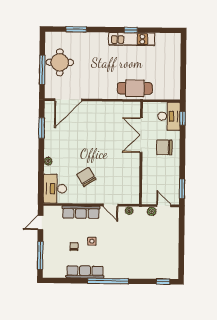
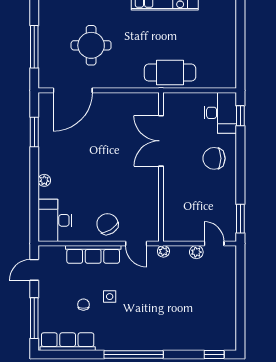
round table: (60, 62) -> (91, 45), moved
double door: (141, 135) -> (161, 141), moved
wall: (141, 153) -> (161, 167), moved
chair: (86, 177) -> (107, 224), moved
row of seats: (85, 272) -> (68, 342), moved

